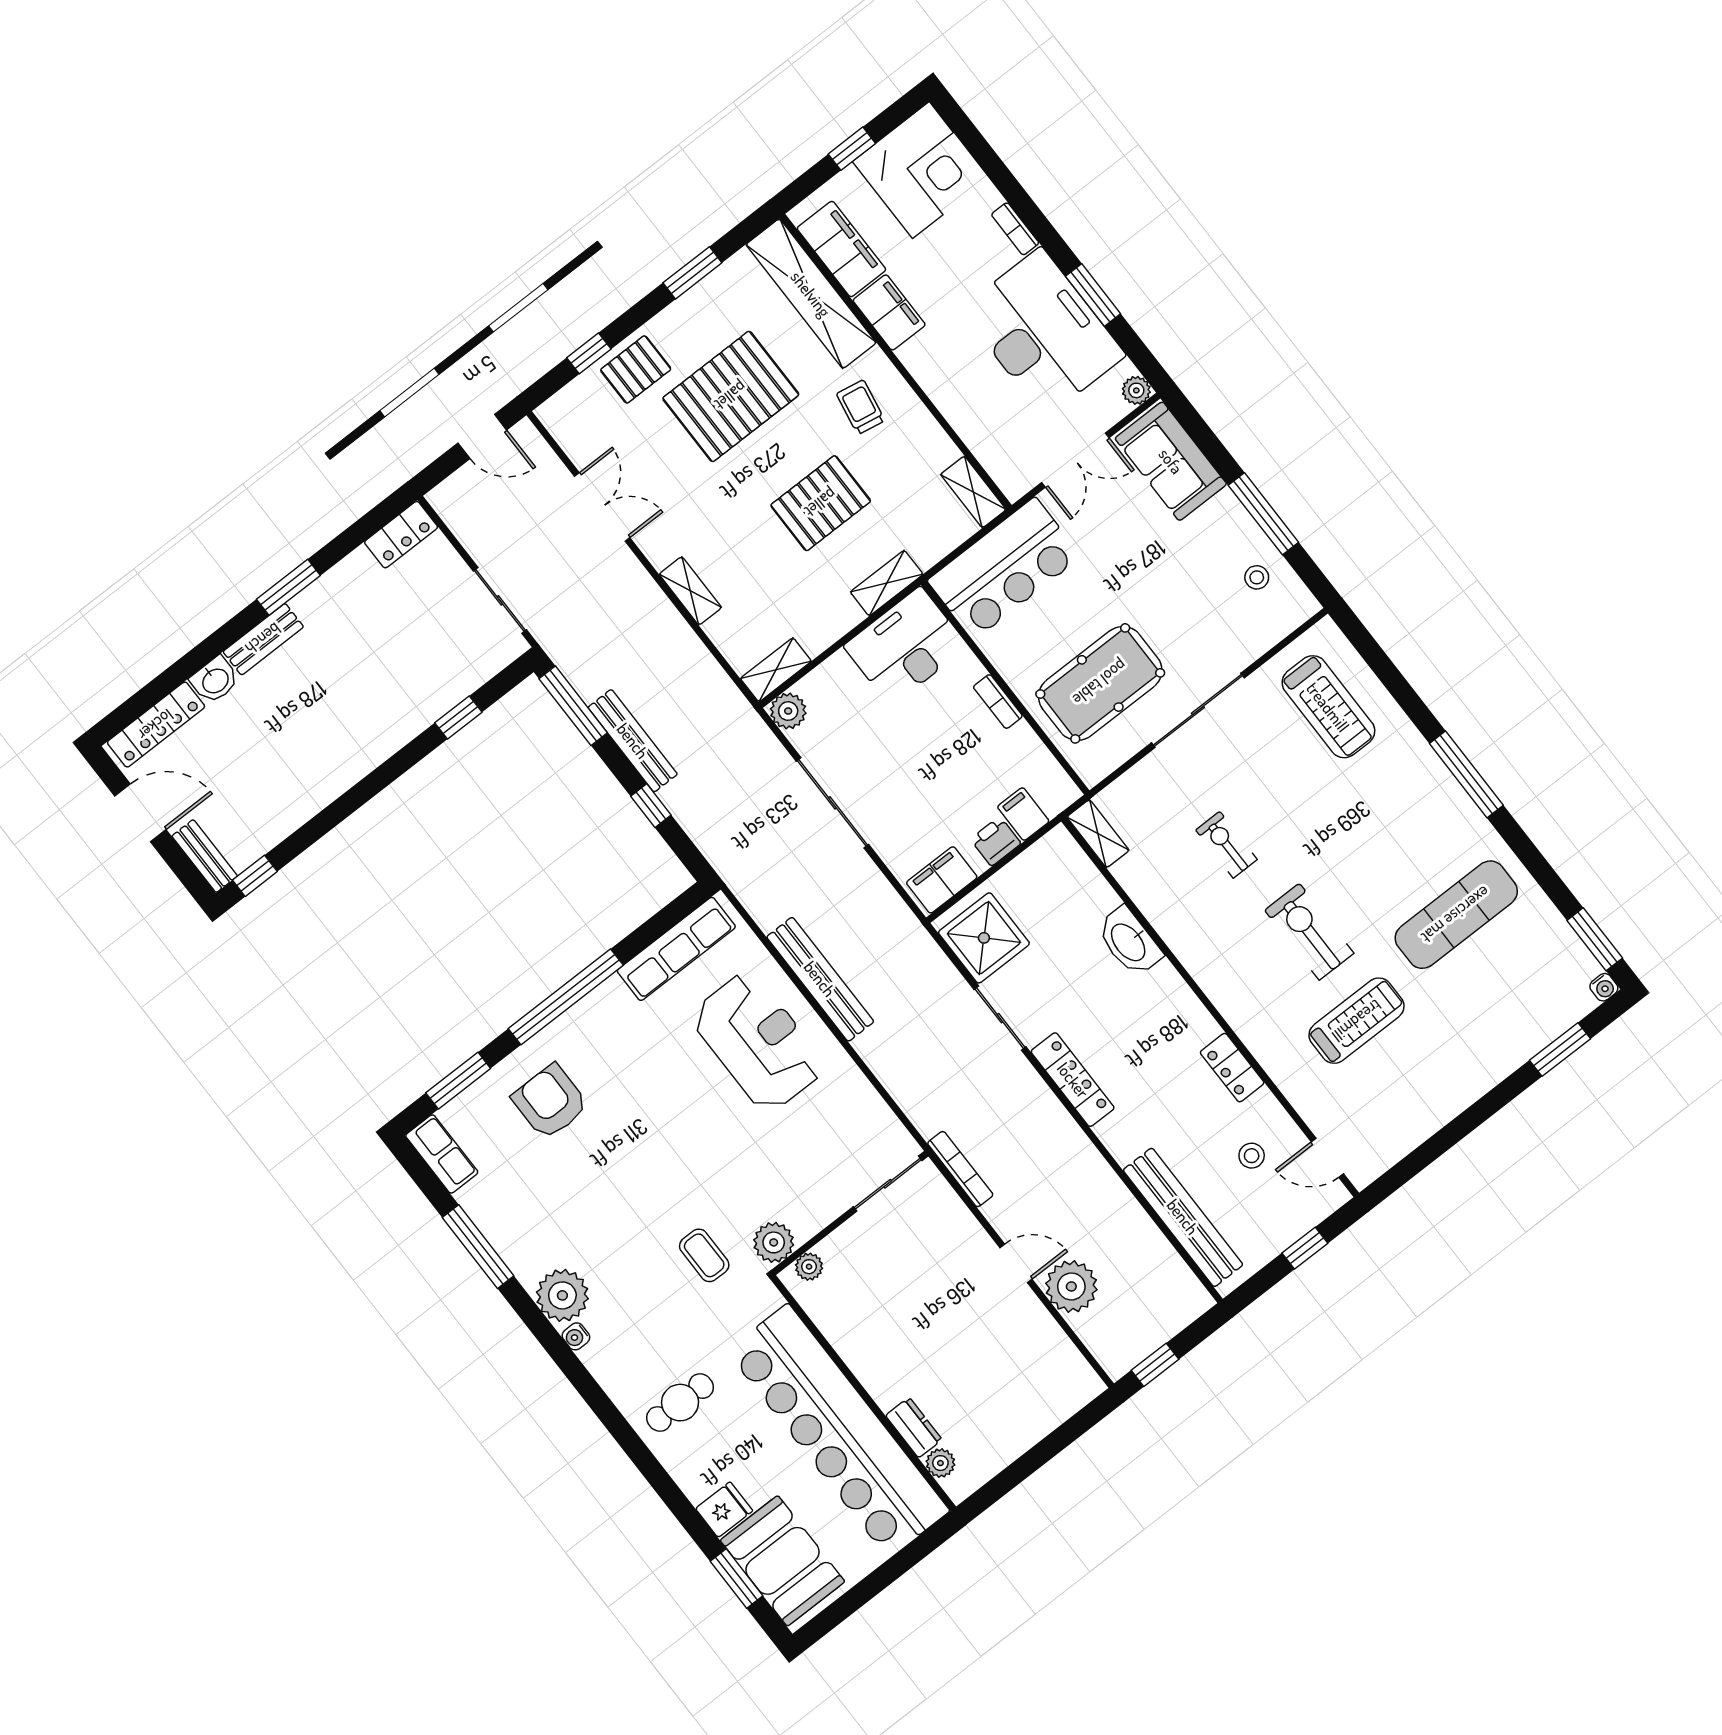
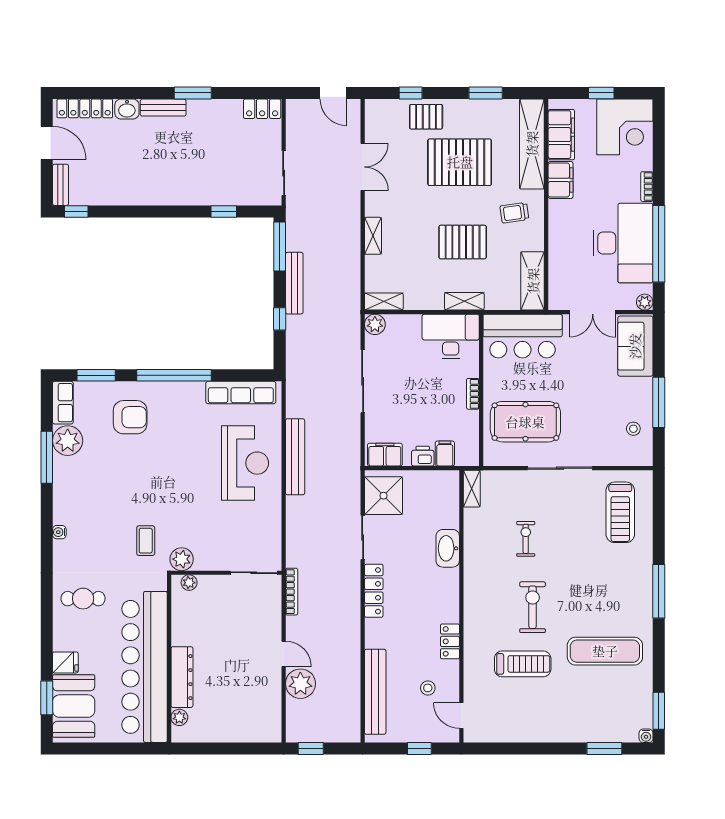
window: (1093, 295) -> (659, 244), width x2.11
trolley: (861, 407) -> (514, 213), turned -108
shelving: (973, 492) -> (533, 281), width x1.50, depth x1.33
armchair: (550, 1102) -> (130, 417), turned 90
plant: (562, 1295) -> (68, 441), moved
dresser: (914, 1428) -> (182, 677), width x1.96, depth x1.24

